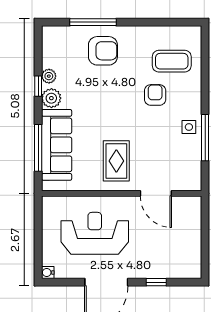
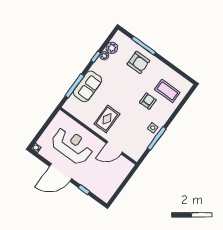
plant: (51, 98) -> (112, 48), moved
sofa: (57, 145) -> (88, 86), width x0.73
door: (156, 193) -> (114, 148), hinge flipped

